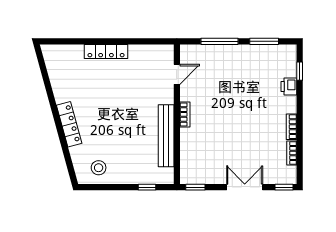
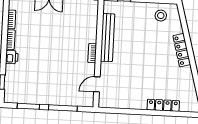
locker: (106, 52) -> (163, 105), moved
printer: (289, 86) -> (12, 57), moved

